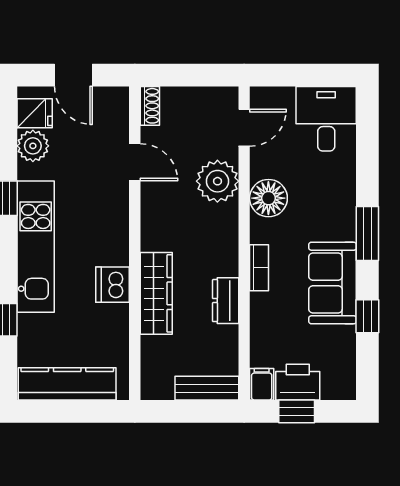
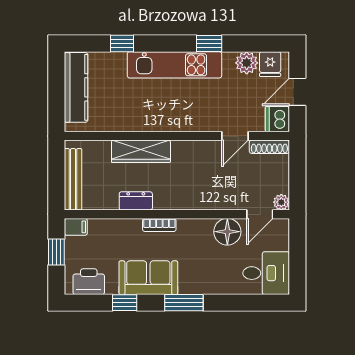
shoe rack: (150, 106) -> (269, 147), width x1.43
door: (244, 128) -> (260, 214), hinge flipped
plant: (217, 181) -> (281, 202), moved, width x0.53, depth x0.53
floor lamp: (268, 198) -> (227, 232), moved
dishwasher: (113, 285) -> (277, 119), moved, turned -90
printer: (298, 382) -> (89, 282), moved, turned -90
bench: (207, 388) -> (73, 179), width x1.36

